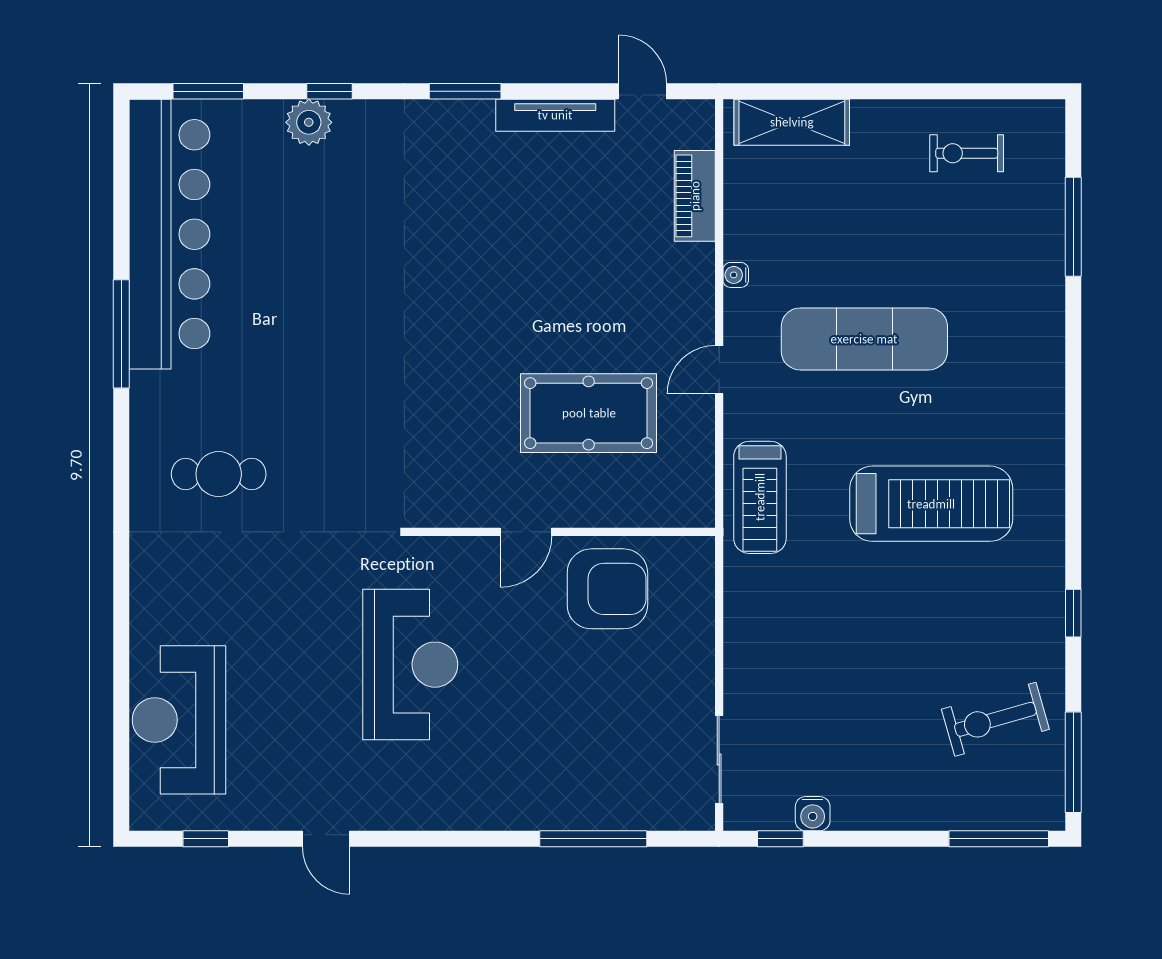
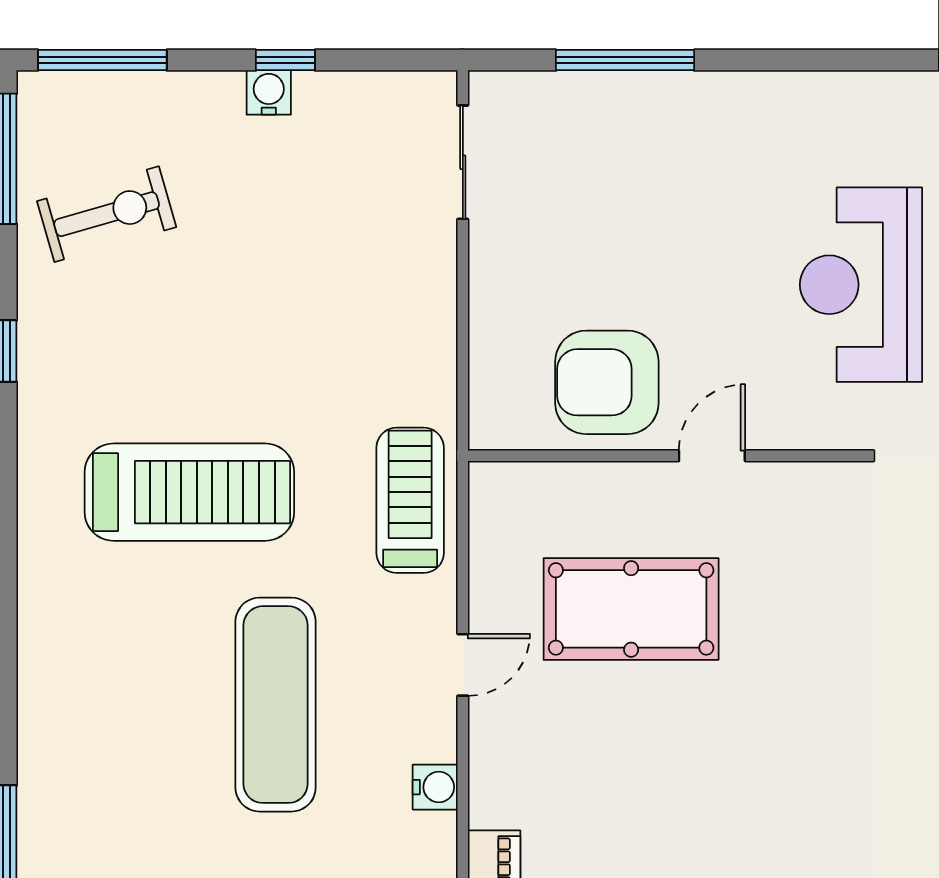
water cooler: (736, 275) -> (435, 787), width x1.38, depth x1.38
exercise mat: (864, 339) -> (276, 705), turned 90
treadmill: (931, 504) -> (189, 492), turned 180
water cooler: (813, 814) -> (269, 92), moved
window: (780, 839) -> (285, 60), moved

